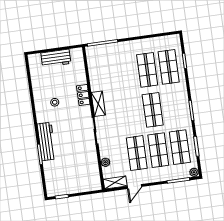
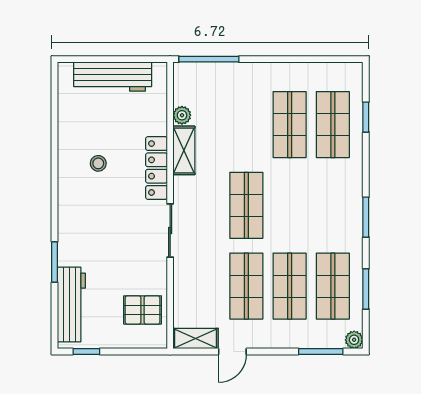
workbench: (56, 58) -> (113, 77), width x1.38
locker: (83, 95) -> (156, 168), width x1.53
shelving: (98, 104) -> (184, 150), moved
shop shelf: (153, 110) -> (246, 205), moved
workbench: (47, 141) -> (71, 304), moved
plant: (105, 162) -> (182, 115), moved
pallet: (87, 172) -> (143, 310), added

